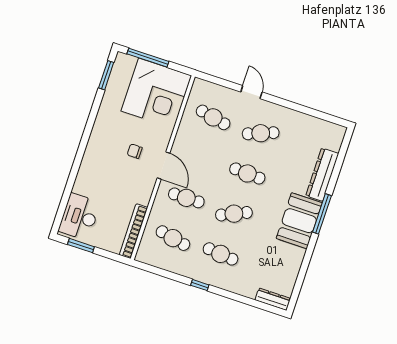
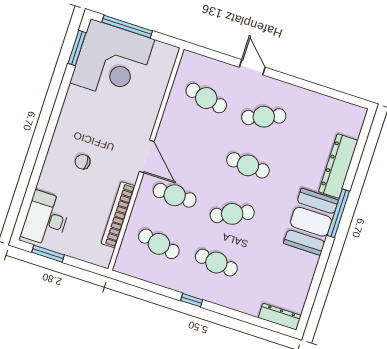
corner desk: (156, 93) -> (112, 61), moved
chair: (135, 151) -> (83, 162), moved
bookcase: (133, 231) -> (118, 215), moved

